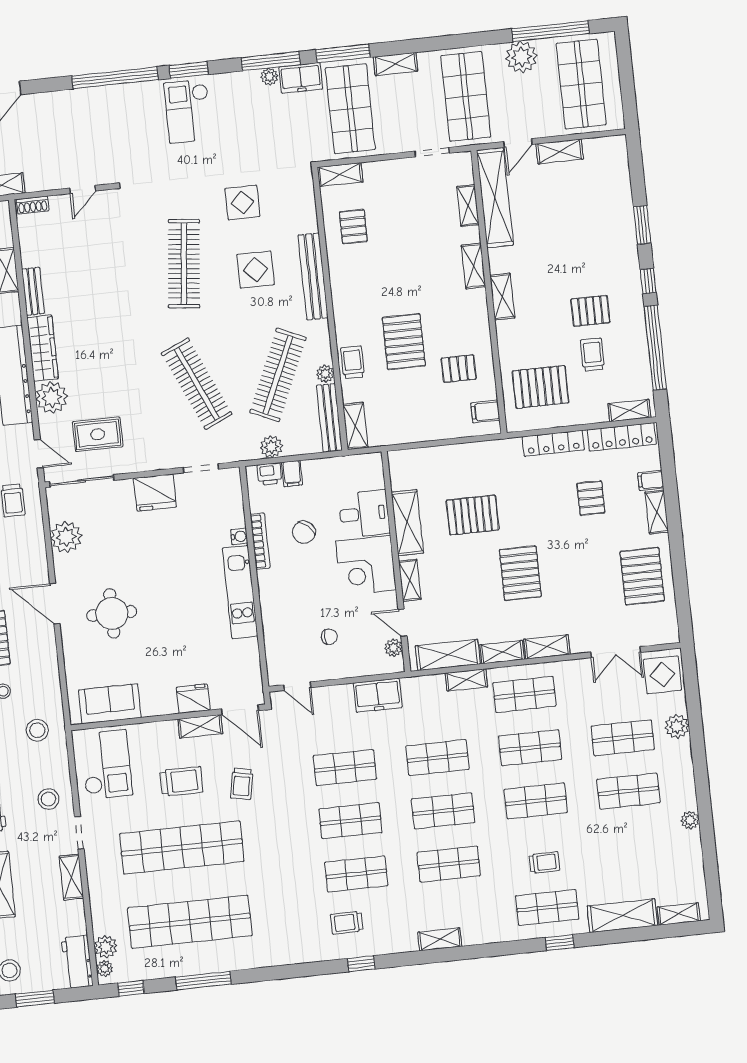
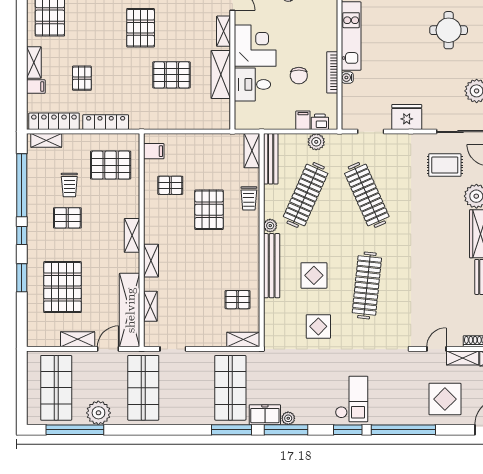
shelving: (396, 64) -> (463, 358), moved
display table: (64, 124) -> (445, 399), added
pallet: (587, 218) -> (63, 287), added
pallet: (353, 227) -> (238, 300), turned 90
plant: (325, 374) -> (270, 226), moved
chair: (304, 532) -> (299, 76), turned 137

